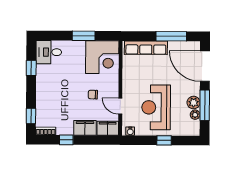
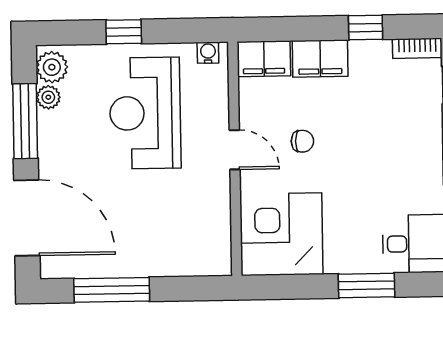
window: (84, 36) -> (367, 285), moved
row of seats: (146, 48) -> (174, 260), removed
plant: (194, 103) -> (52, 67), moved
door: (120, 106) -> (235, 150), moved
reception desk: (156, 107) -> (145, 113), turned 180

